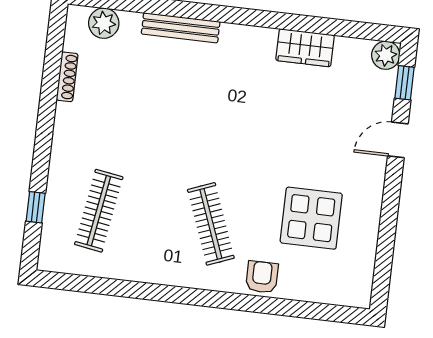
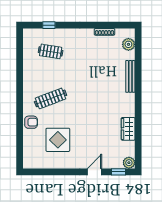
door: (398, 140) -> (94, 172), hinge flipped
clothes rail: (99, 211) -> (51, 51), width x0.73

